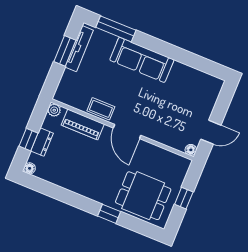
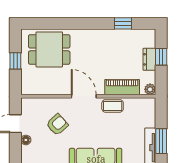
armchair: (167, 113) -> (57, 125), added
floor lamp: (191, 150) -> (26, 140), moved
floor lamp: (30, 168) -> (151, 34), removed
window: (109, 214) -> (123, 23), moved

